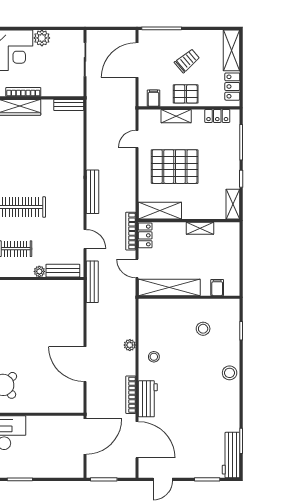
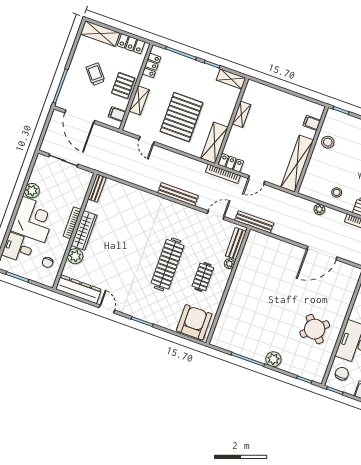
shelving: (169, 287) -> (297, 164), moved
filing cabinet: (217, 288) -> (312, 123), moved
wall: (189, 297) -> (312, 150), moved

